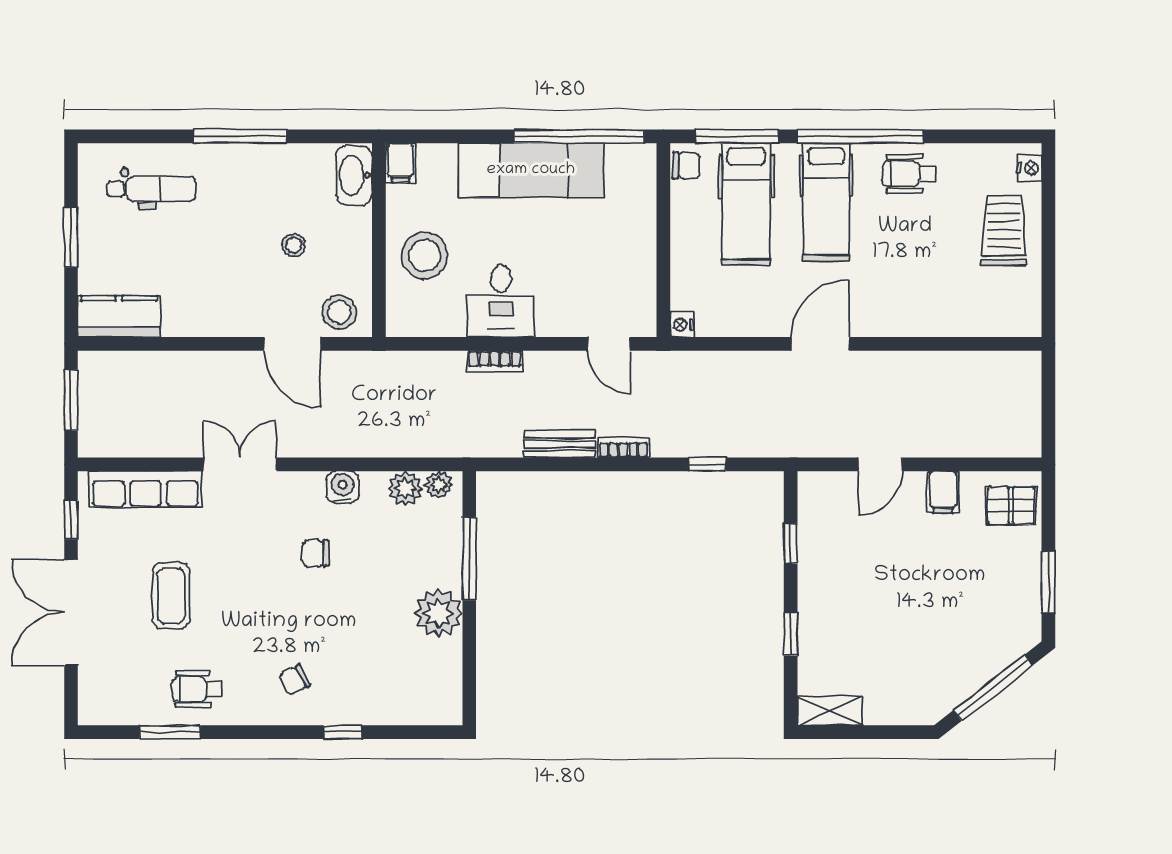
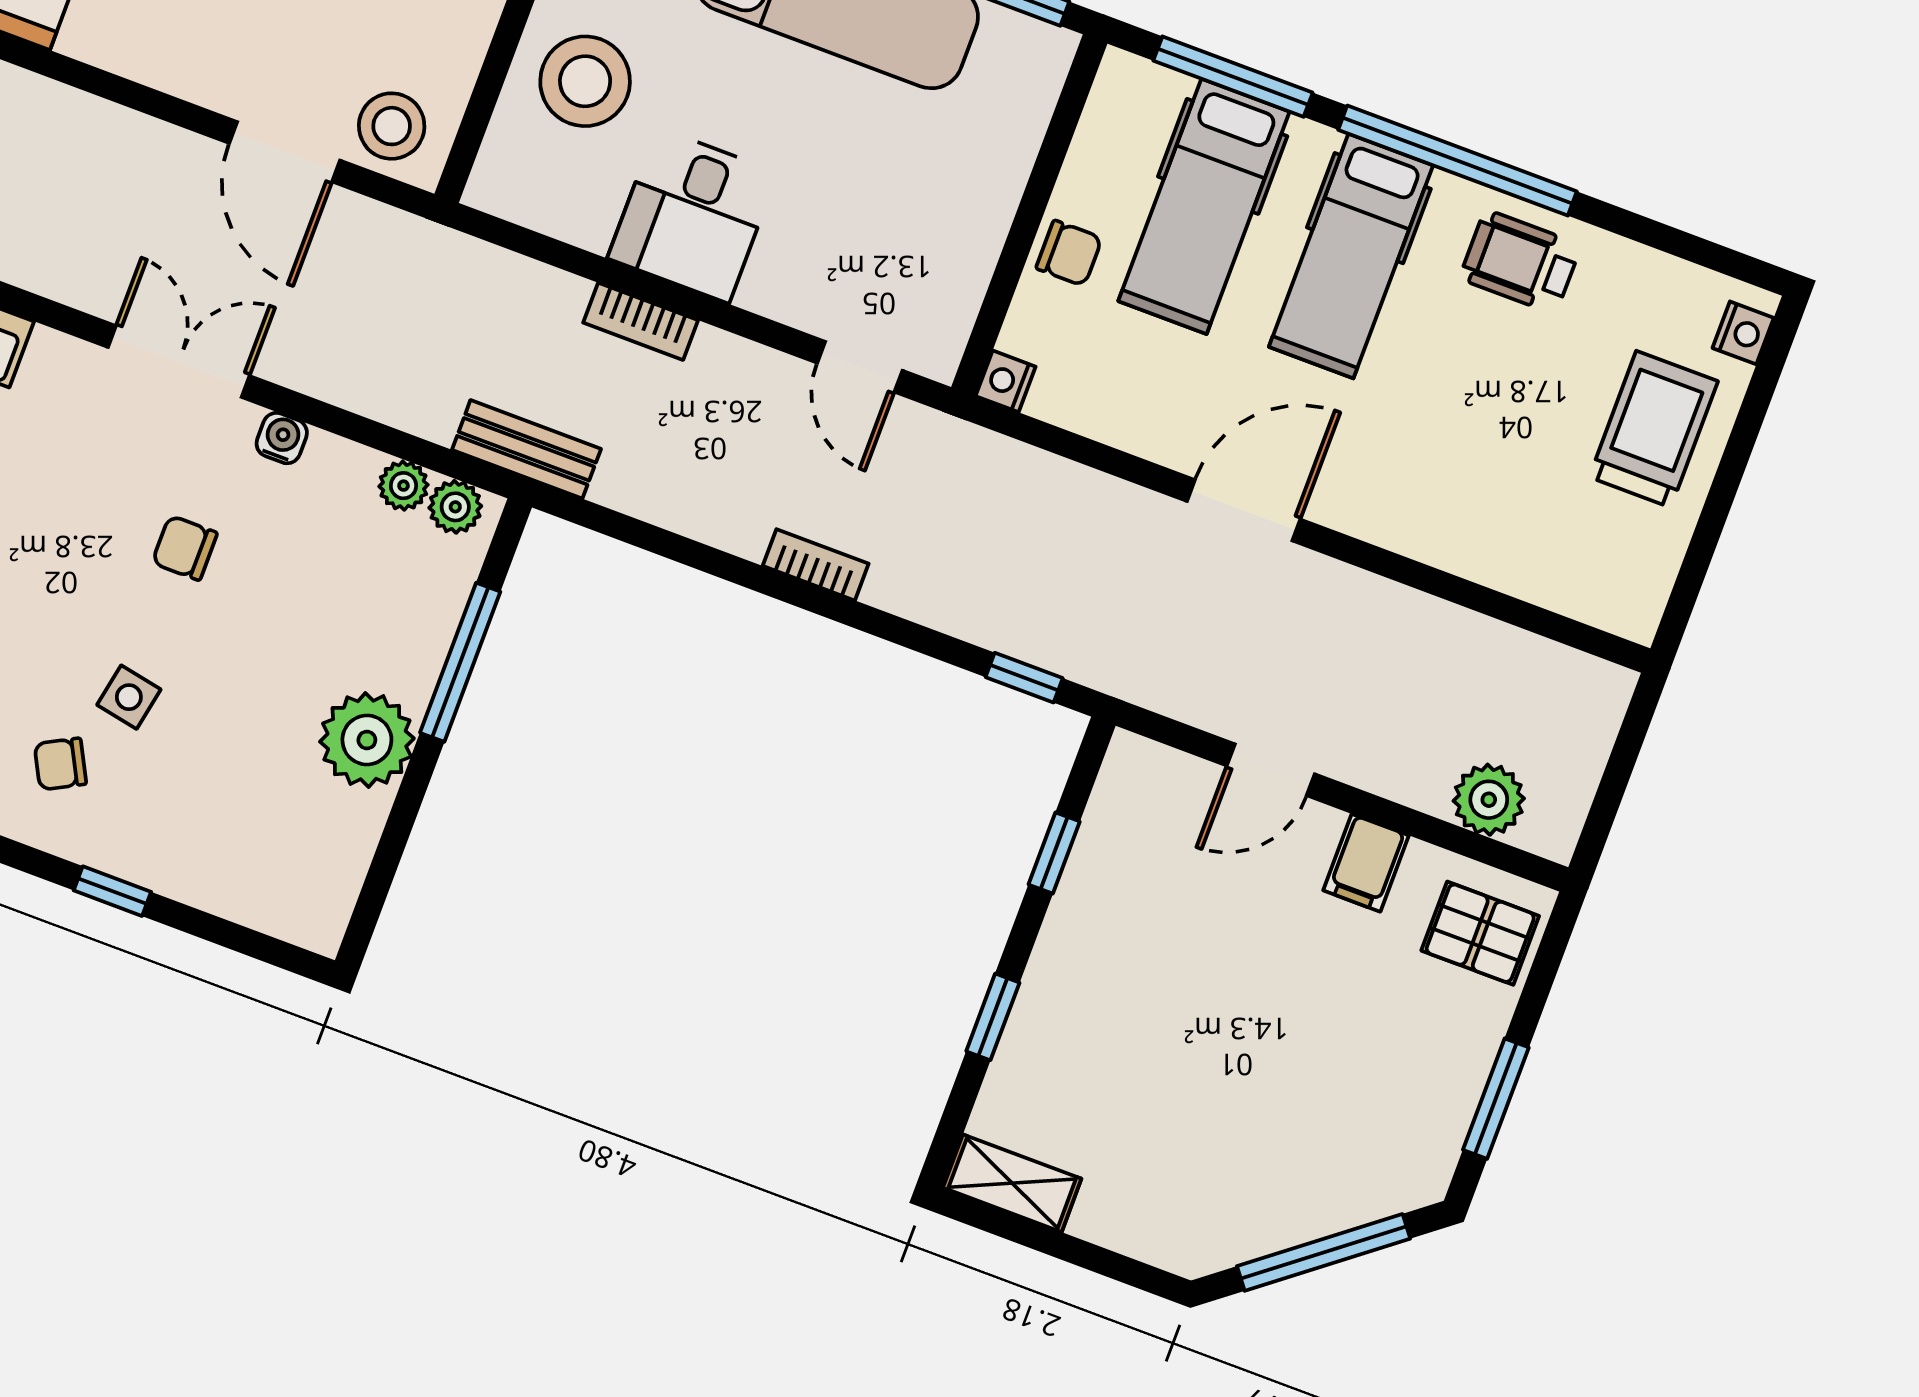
chair: (686, 166) -> (1069, 253), moved
plant: (991, 439) -> (1489, 800), added
bench: (559, 444) -> (526, 449), moved
double door: (240, 464) -> (179, 362), moved
window: (707, 464) -> (1024, 678), moved
water cooler: (343, 487) -> (282, 438), width x0.72, depth x0.72
plant: (405, 488) -> (403, 486), width x0.73, depth x0.73
side table: (316, 635) -> (129, 697), added

